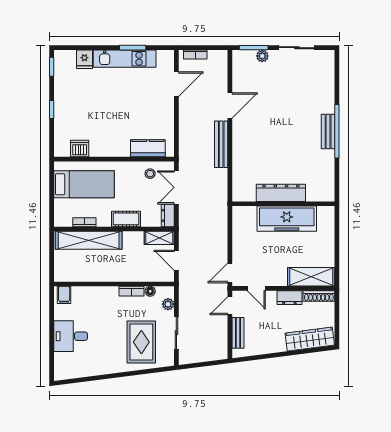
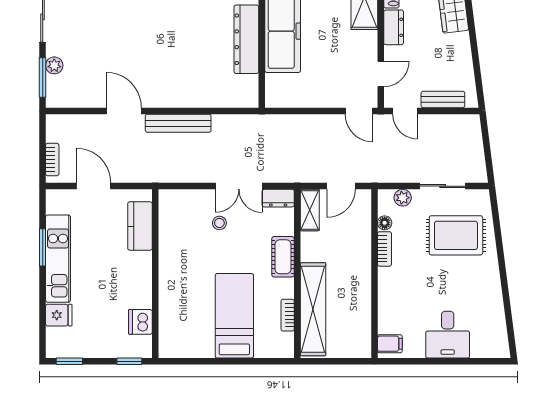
kitchen counter: (148, 148) -> (140, 226), moved
dishwasher: (80, 149) -> (140, 322), moved
wall: (114, 159) -> (155, 274), moved

